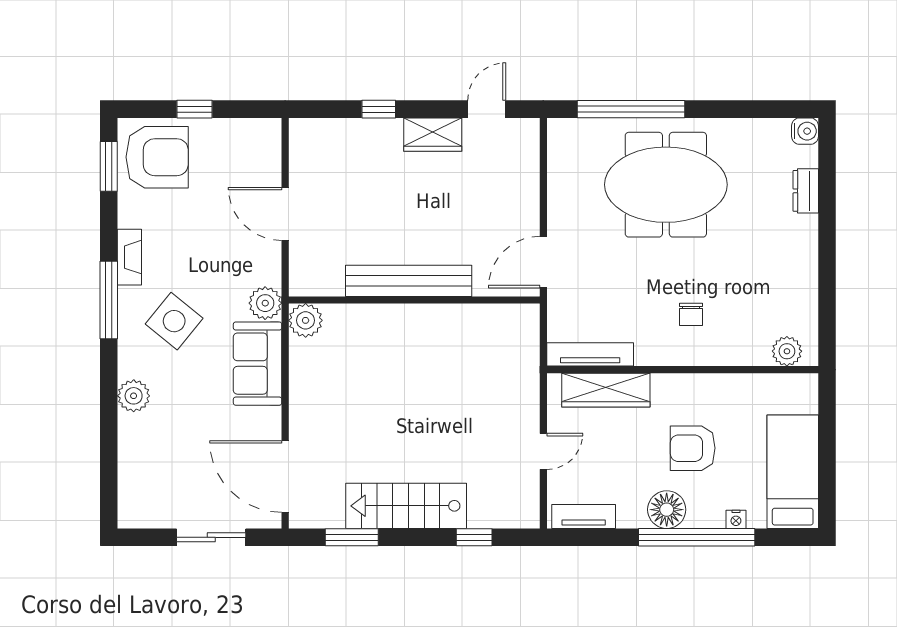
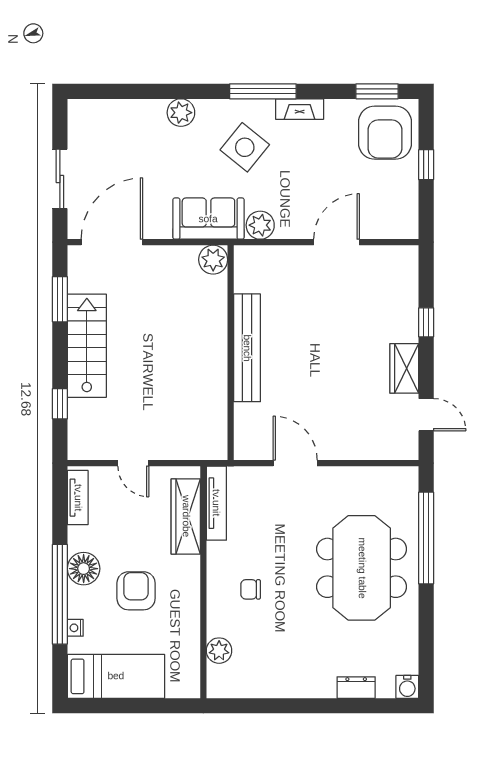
bench: (409, 281) -> (247, 348), moved
wall: (414, 300) -> (231, 353), moved
plant: (306, 320) -> (213, 260), moved
plant: (787, 351) -> (219, 651), moved

